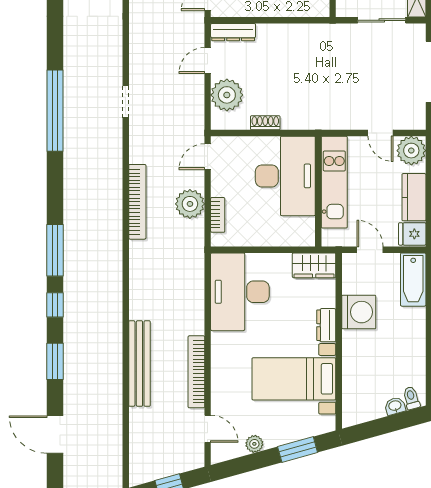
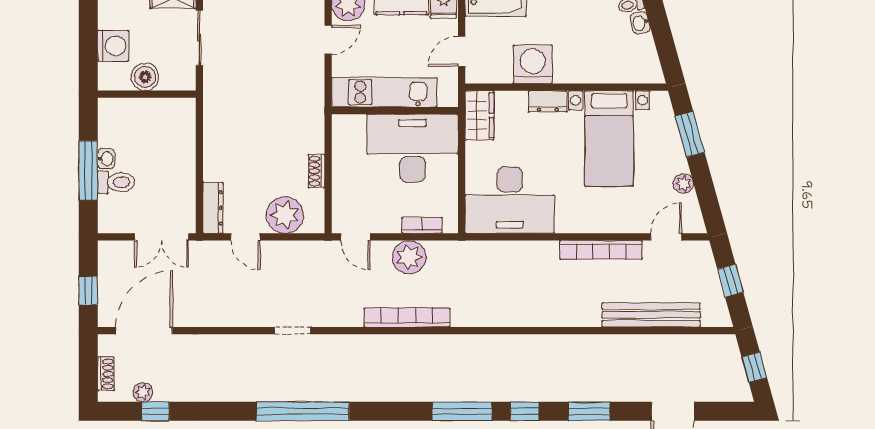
desk: (285, 176) -> (413, 148), moved
bench: (139, 364) -> (651, 315), moved

